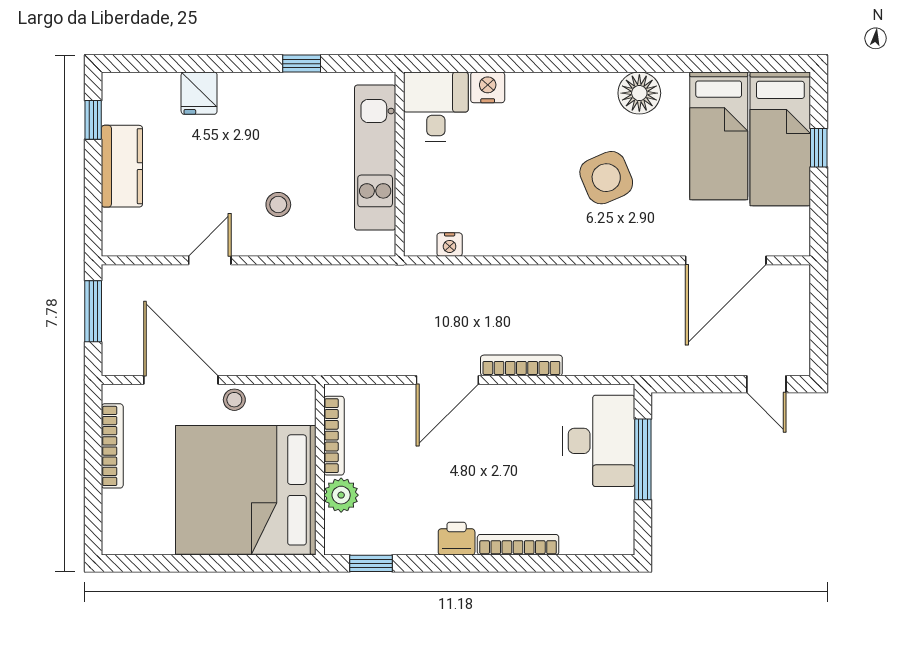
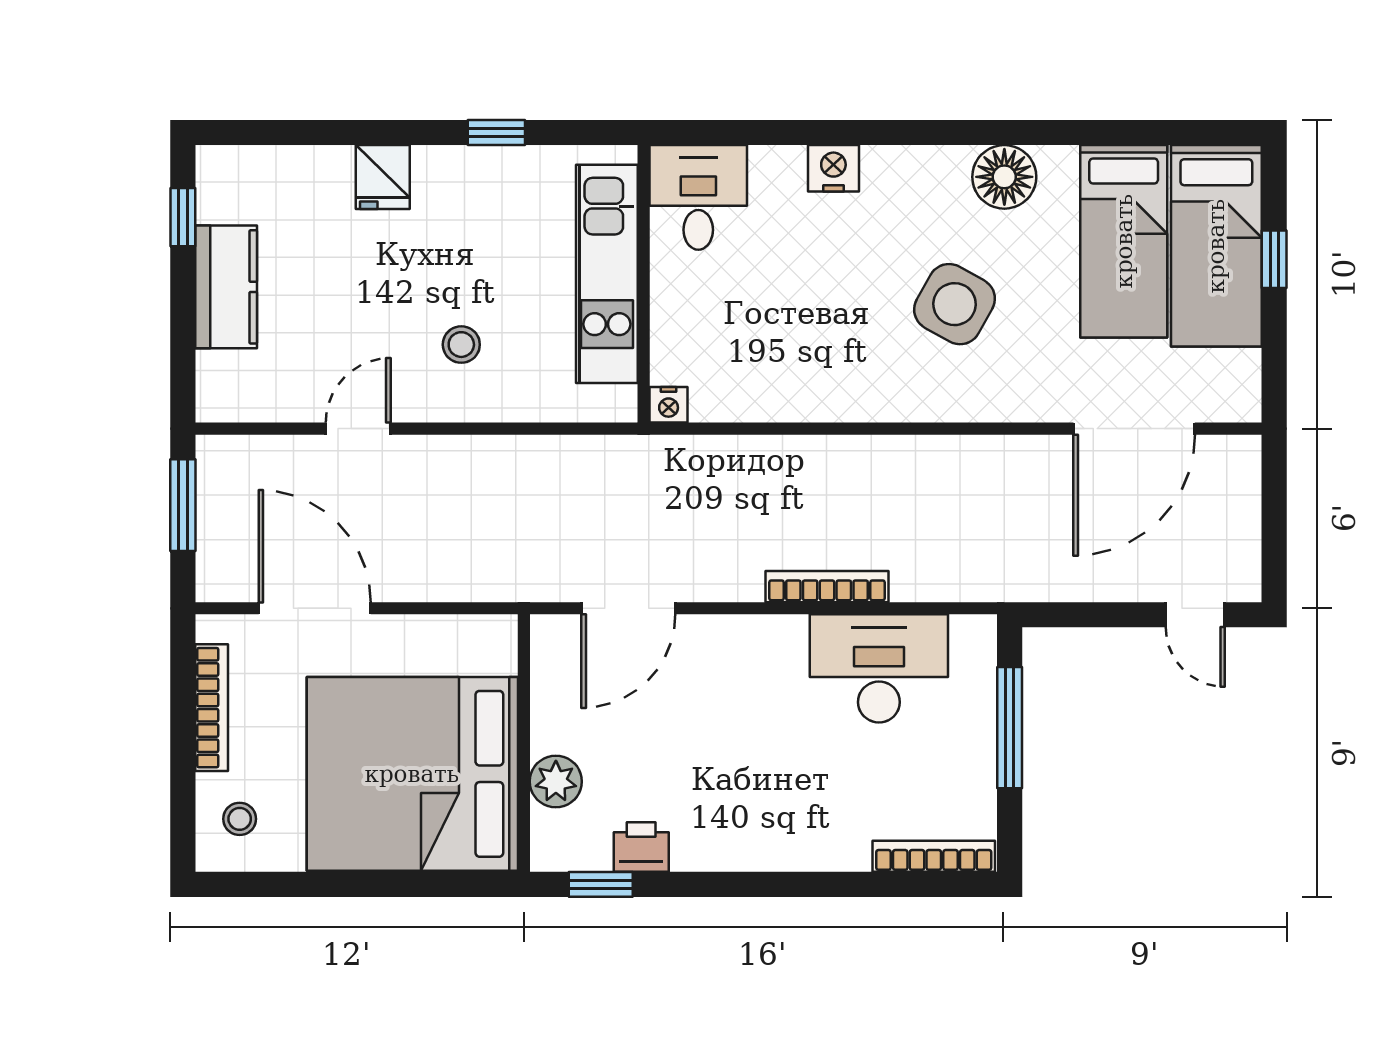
nightstand: (488, 87) -> (833, 168), moved
fridge: (199, 93) -> (383, 177), moved
side table: (606, 178) -> (955, 304), turned -38
nightstand: (450, 245) -> (669, 405), moved
door: (447, 380) -> (628, 608), moved
stool: (234, 400) -> (240, 819), moved
bookcase: (334, 436) -> (545, 692), removed
desk: (599, 441) -> (879, 668), moved, turned -90
printer: (457, 539) -> (641, 847), moved
bookcase: (518, 545) -> (934, 856), moved

